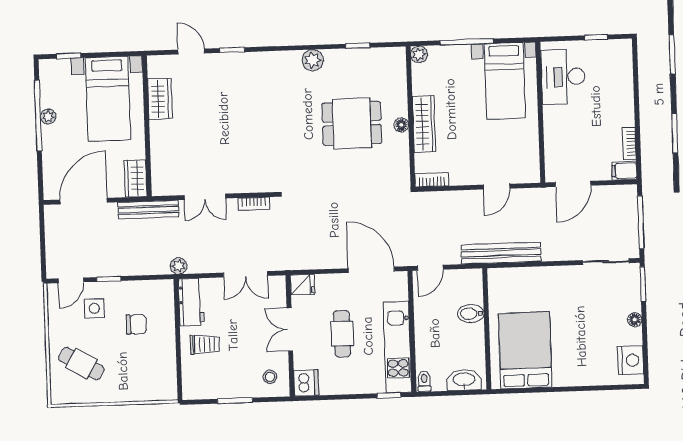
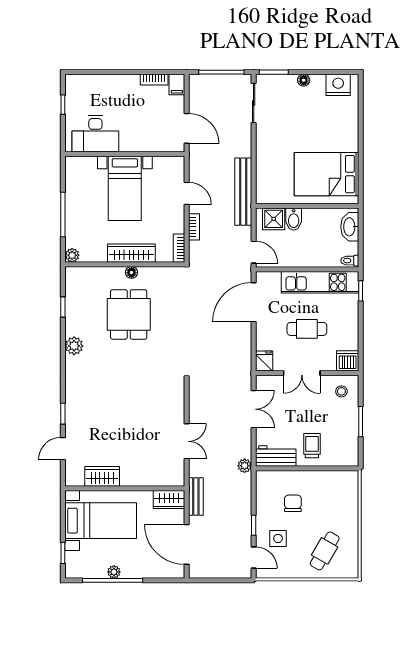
bed with nightstands: (505, 81) -> (125, 188), moved, turned 90
bookcase: (254, 204) -> (194, 227), moved
bench: (148, 210) -> (196, 497), width x0.73
shower: (470, 290) -> (274, 219), added

